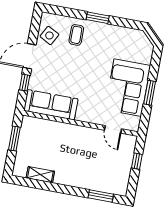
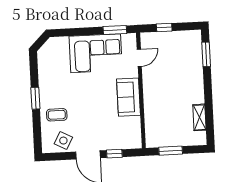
window: (150, 93) -> (115, 30), moved
sofa: (51, 105) -> (128, 97), moved, width x0.73

